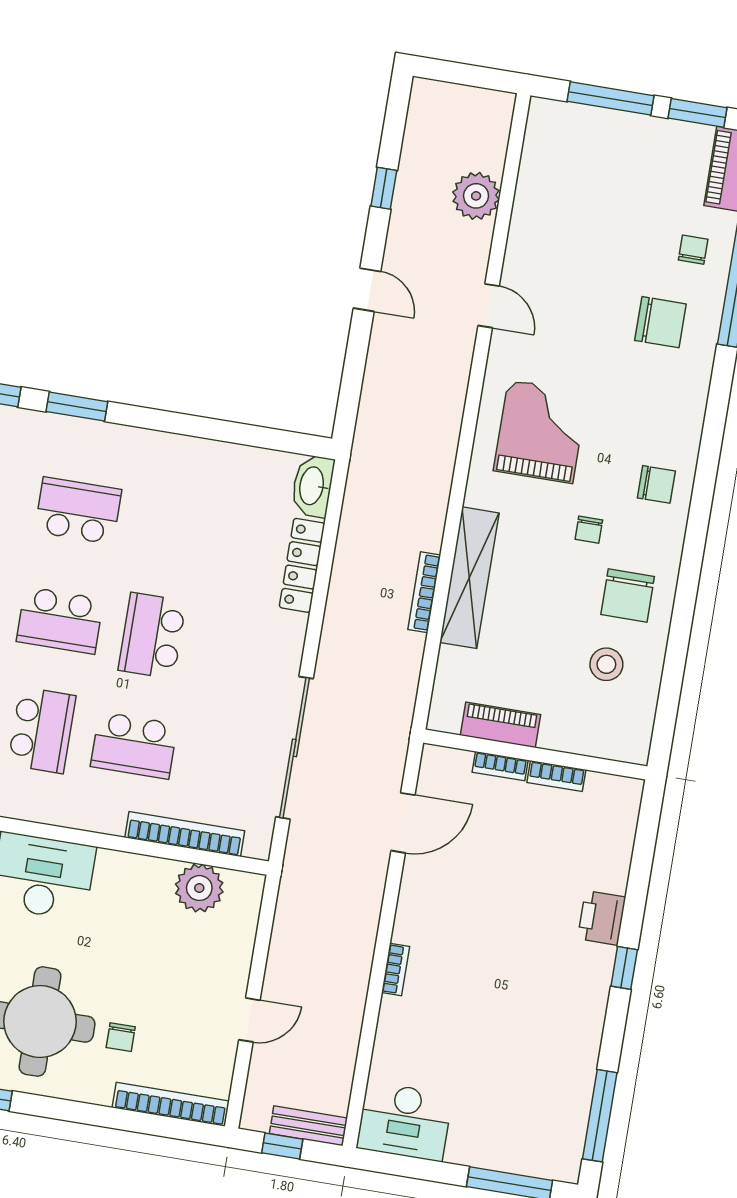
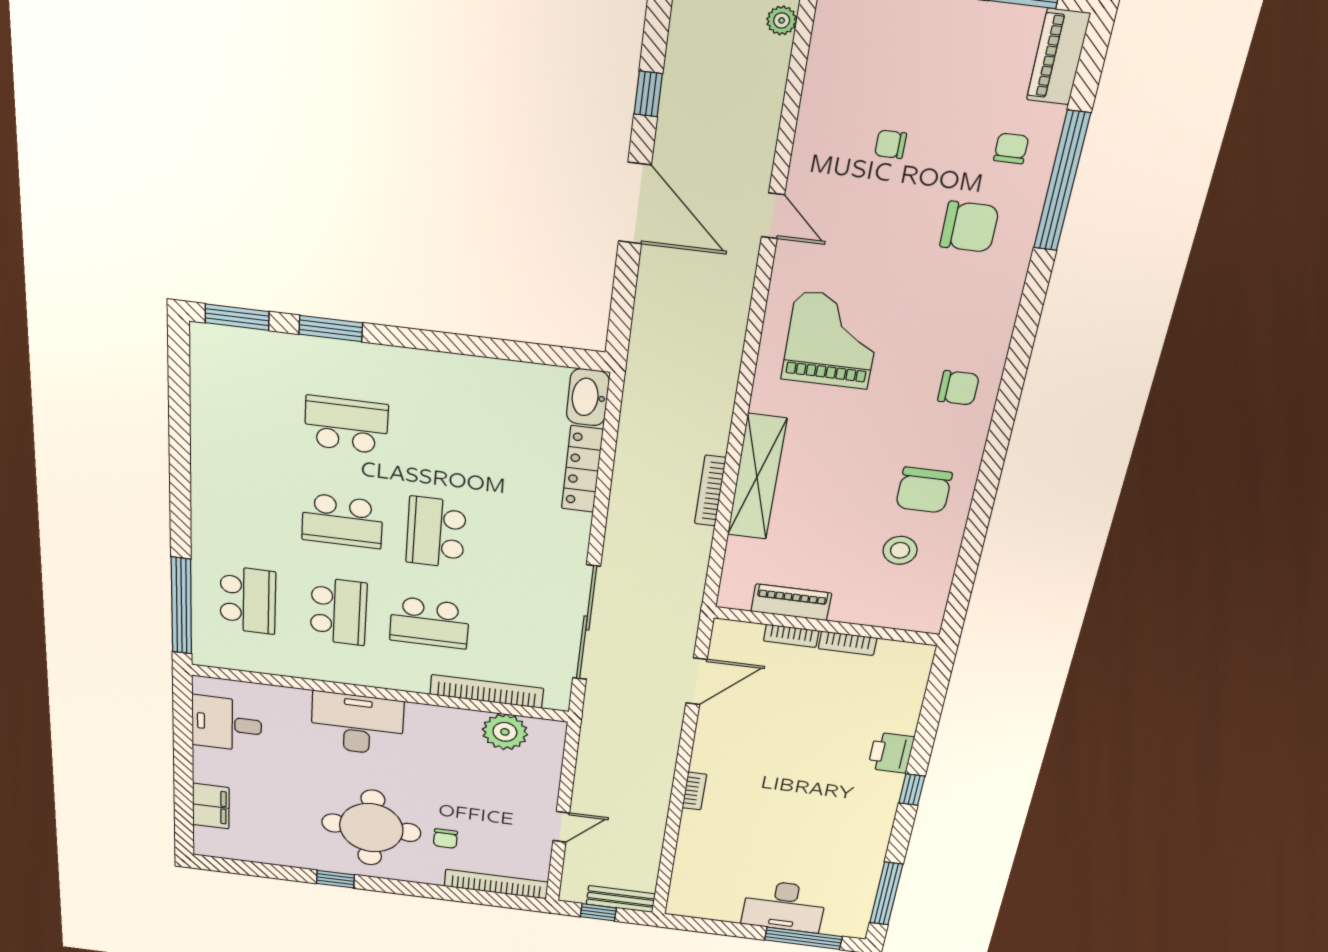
plant: (476, 196) -> (782, 20), moved, width x0.53, depth x0.53
door: (367, 290) -> (635, 203), width x1.88
chair: (589, 530) -> (891, 144), moved, turned 90
desk: (404, 1121) -> (784, 906), moved

